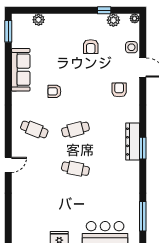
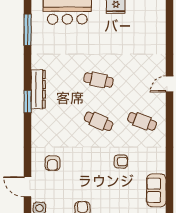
sofa: (21, 70) -> (156, 190), width x0.73
cafe table: (75, 129) -> (99, 121), turned 39
dresser: (133, 142) -> (38, 89), moved

